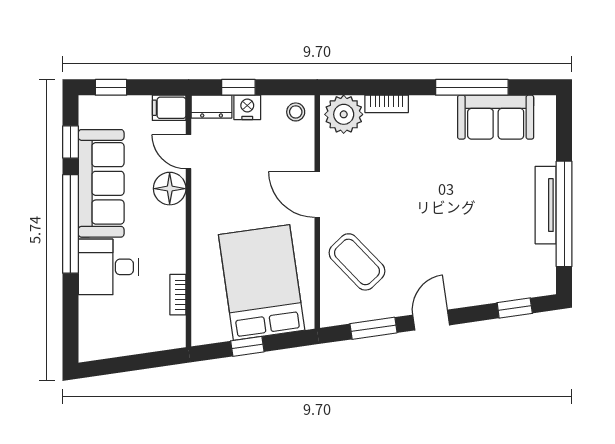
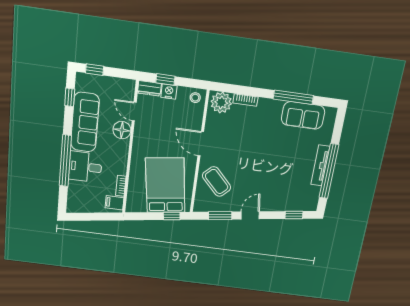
filing cabinet: (169, 108) -> (114, 203), moved
window: (70, 224) -> (65, 161), moved
window: (247, 346) -> (172, 216), moved

